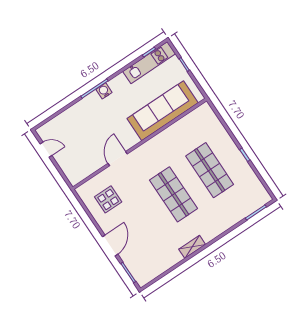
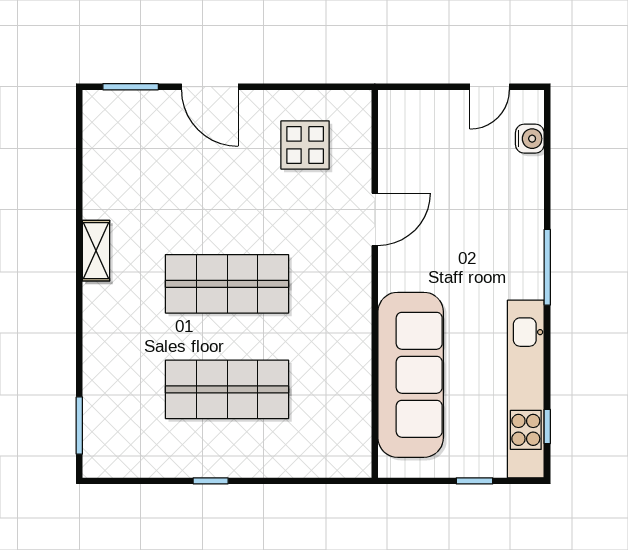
kitchen unit: (149, 63) -> (526, 389), width x1.36
water cooler: (104, 91) -> (530, 139), moved
door: (118, 159) -> (375, 219), hinge flipped

